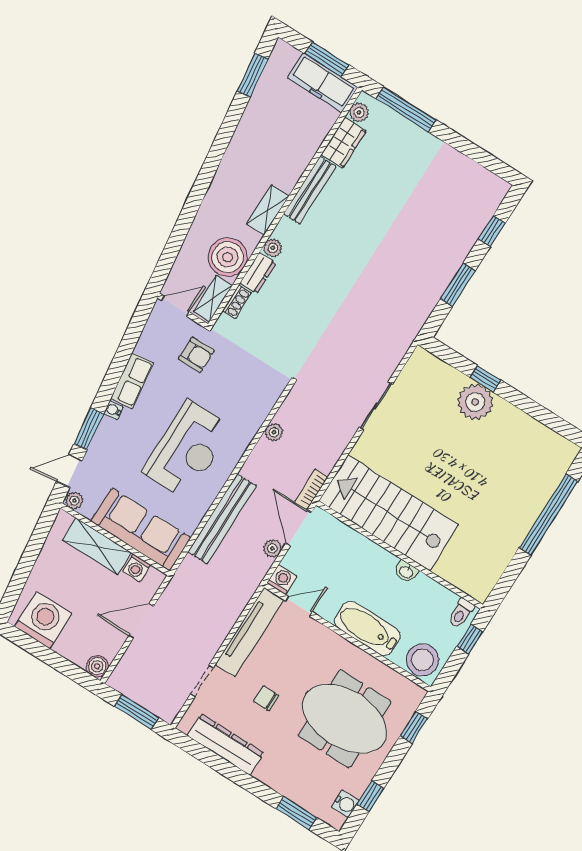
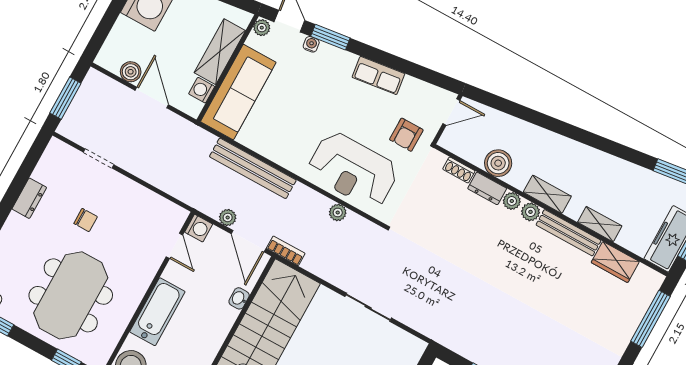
plant: (359, 112) -> (530, 212), moved
boiler: (228, 257) -> (498, 163), width x0.73, depth x0.73
shelving: (213, 299) -> (600, 224), moved
door: (175, 306) -> (451, 112), hinge flipped
water cooler: (113, 410) -> (311, 44), moved
reception desk: (187, 450) -> (353, 170), moved
door: (299, 528) -> (249, 241), swing flipped
washbasin: (406, 572) -> (239, 298), moved
tv unit: (249, 632) -> (147, 201), removed
boiler: (97, 666) -> (131, 72), moved
chair: (266, 698) -> (86, 220), turned 90
dresser: (226, 744) -> (29, 198), width x0.51, depth x0.80

